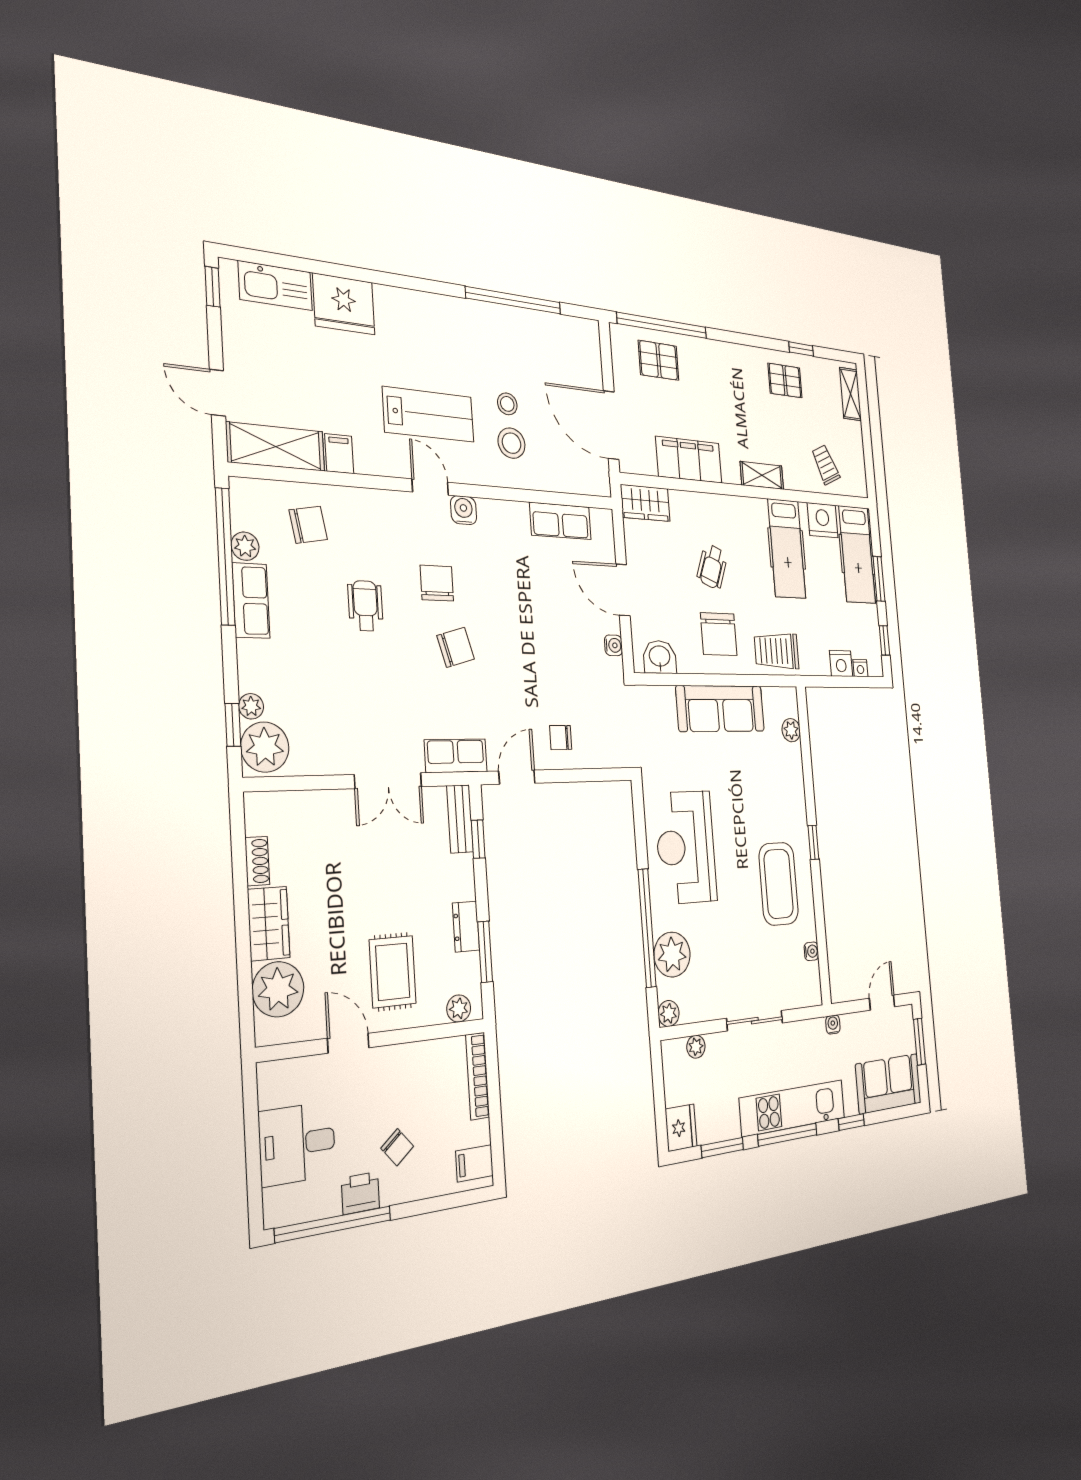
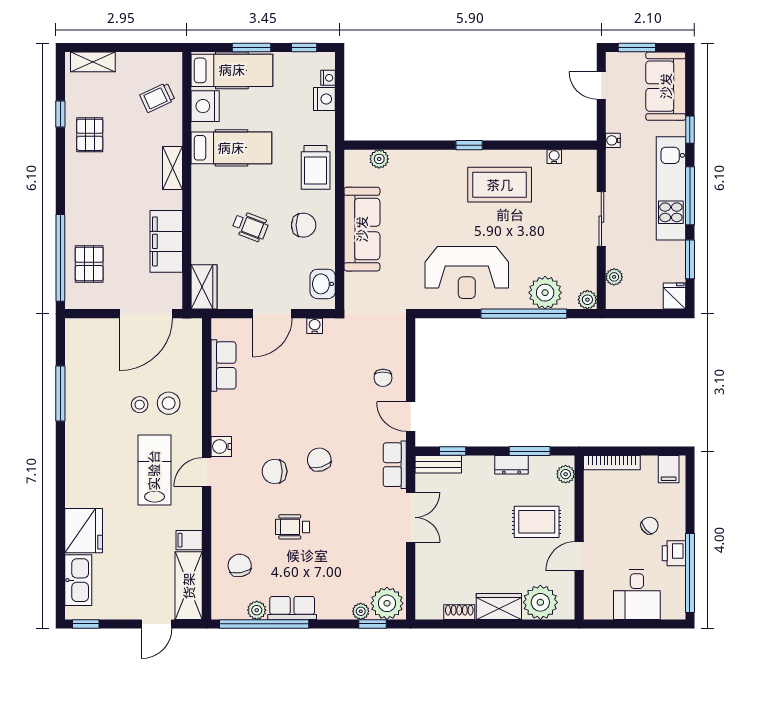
window: (513, 300) -> (60, 393), width x0.68
chair: (719, 634) -> (304, 225), width x0.73, depth x0.73
fridge: (681, 1128) -> (674, 296), width x0.72

